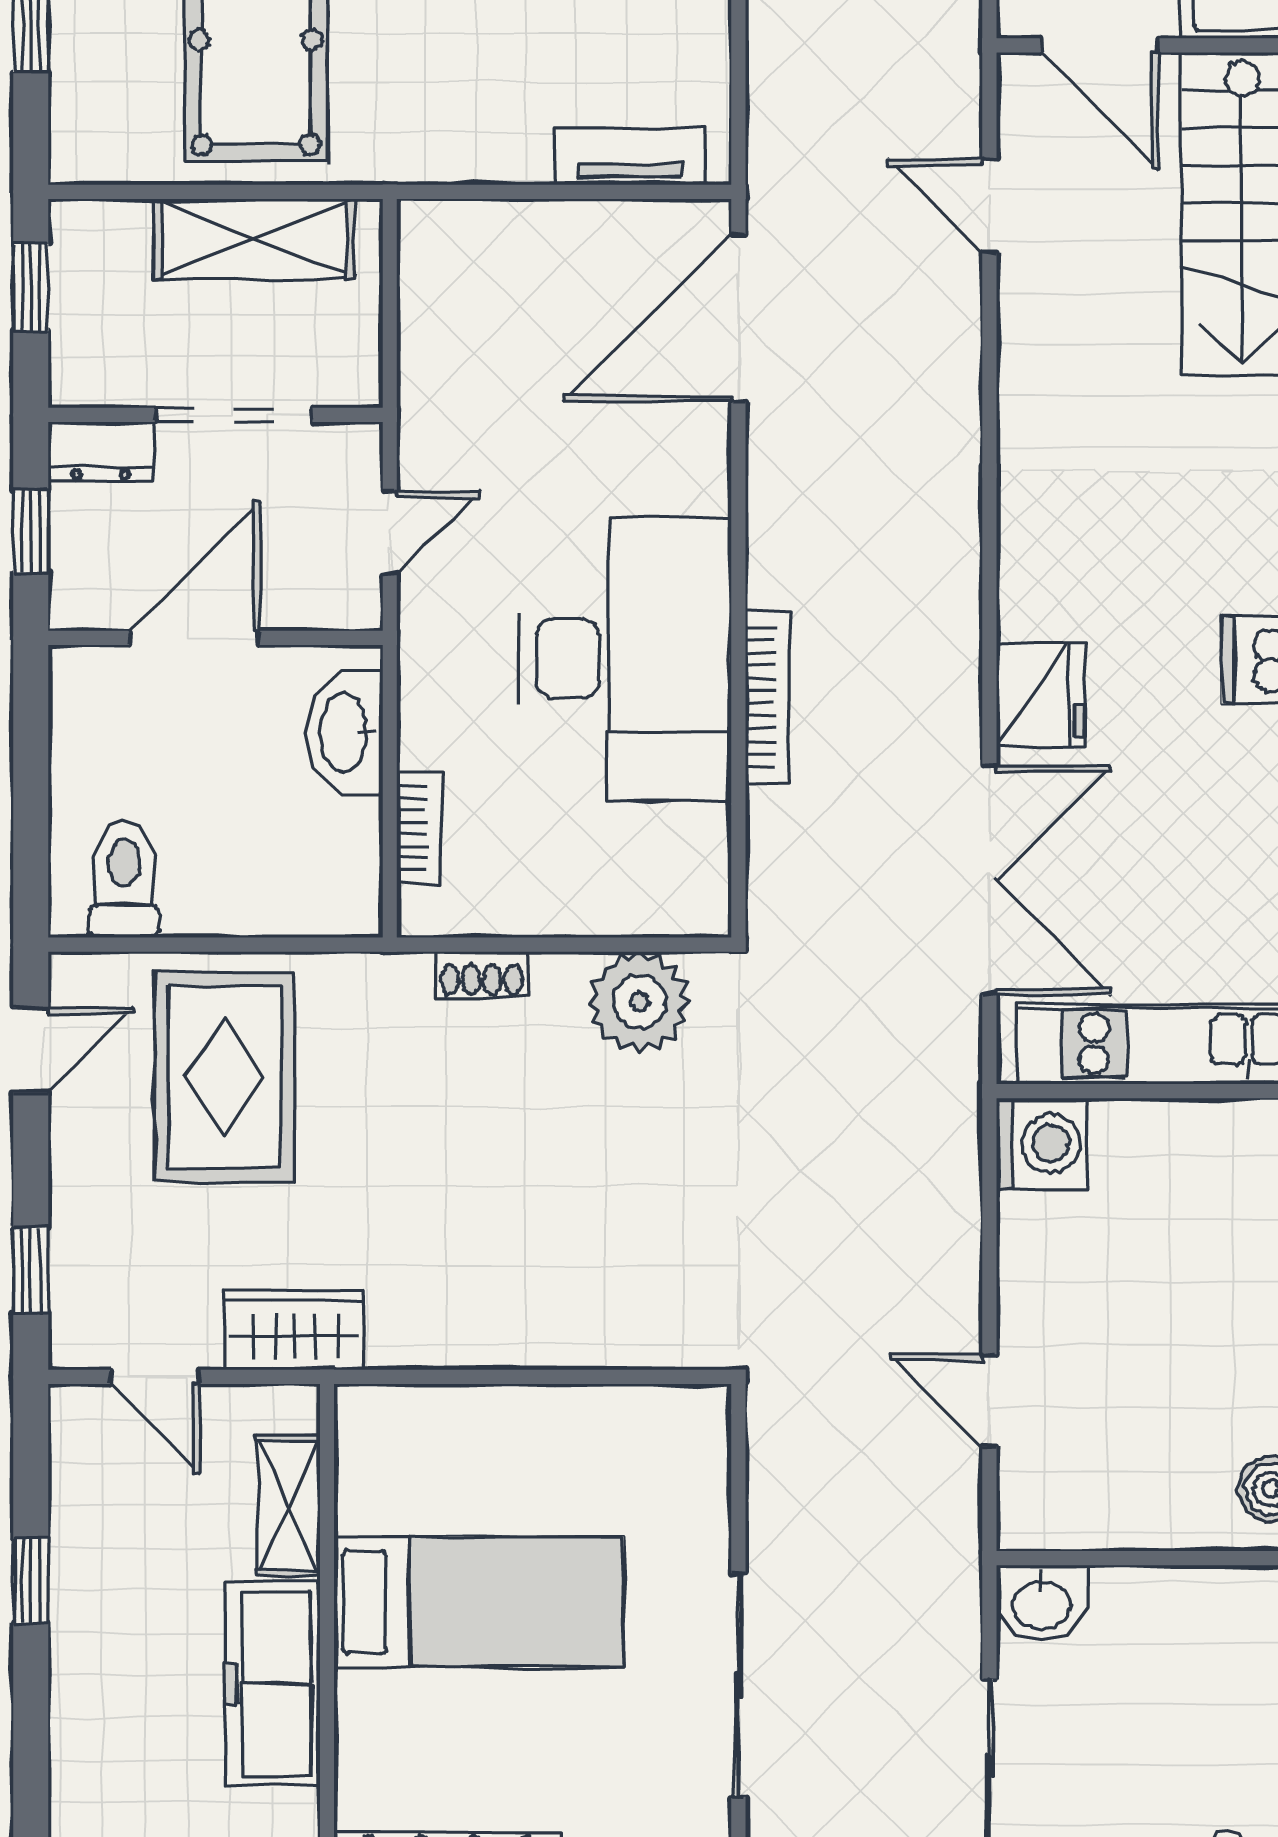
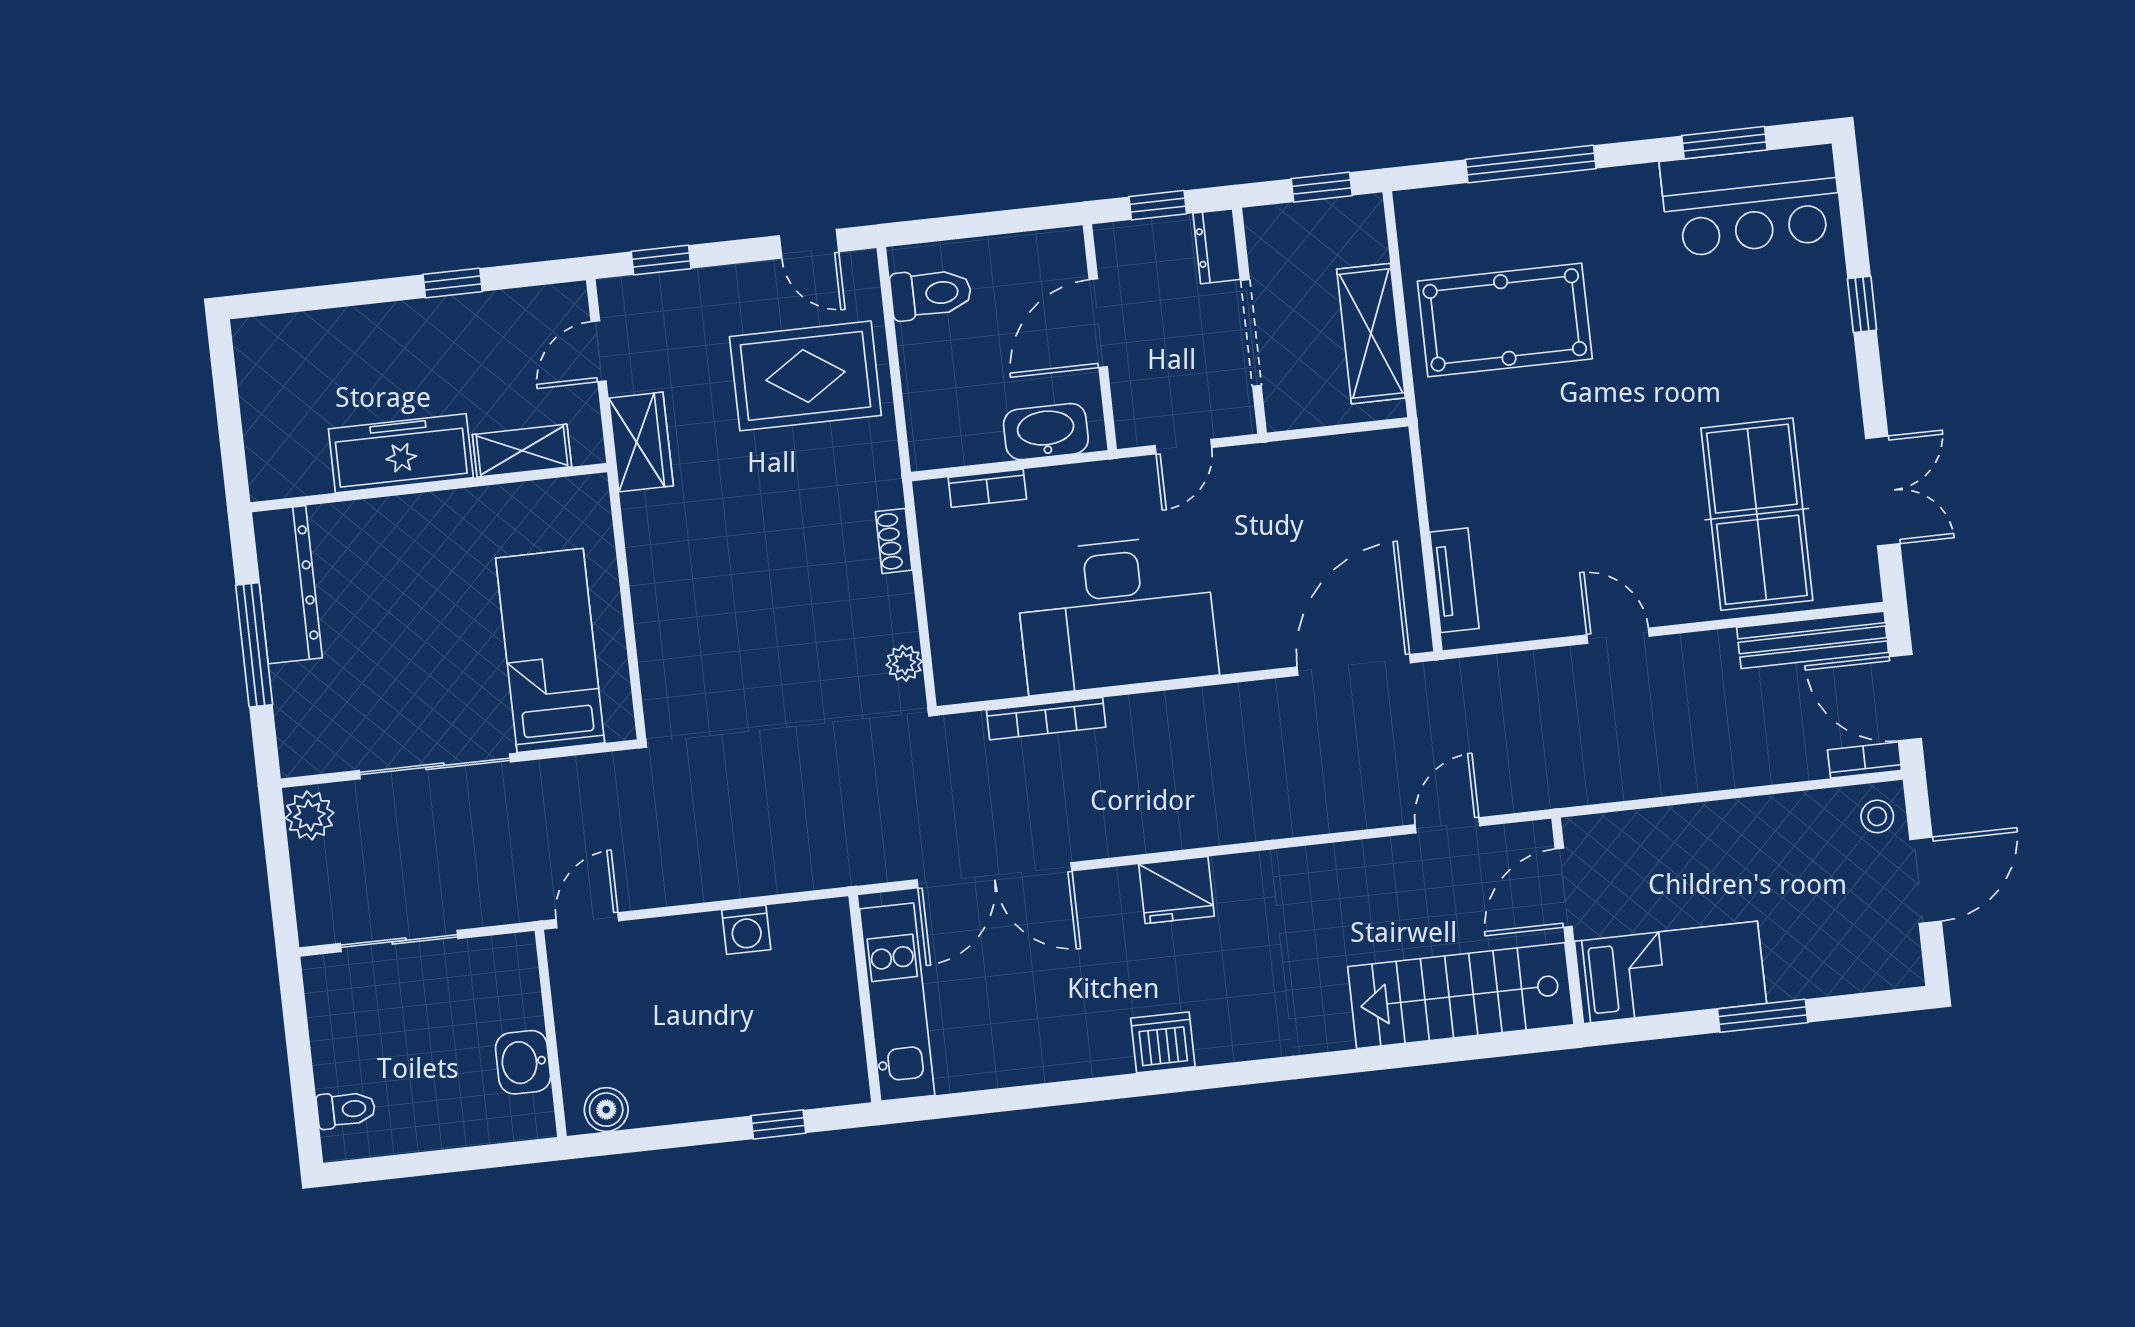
door: (738, 318) -> (1354, 665), hinge flipped
door: (390, 533) -> (1183, 447), hinge flipped
door: (195, 638) -> (1098, 323), swing flipped
fridge: (1041, 695) -> (1177, 890), moved
bookcase: (767, 697) -> (1046, 719), moved
plant: (639, 1002) -> (904, 663), width x0.53, depth x0.53
washing machine: (1042, 1144) -> (746, 930), moved, width x0.73, depth x0.73
door: (989, 1400) -> (587, 920), moved
bed: (479, 1602) -> (550, 650), moved, turned 180
washbasin: (1042, 1603) -> (523, 1062), moved

